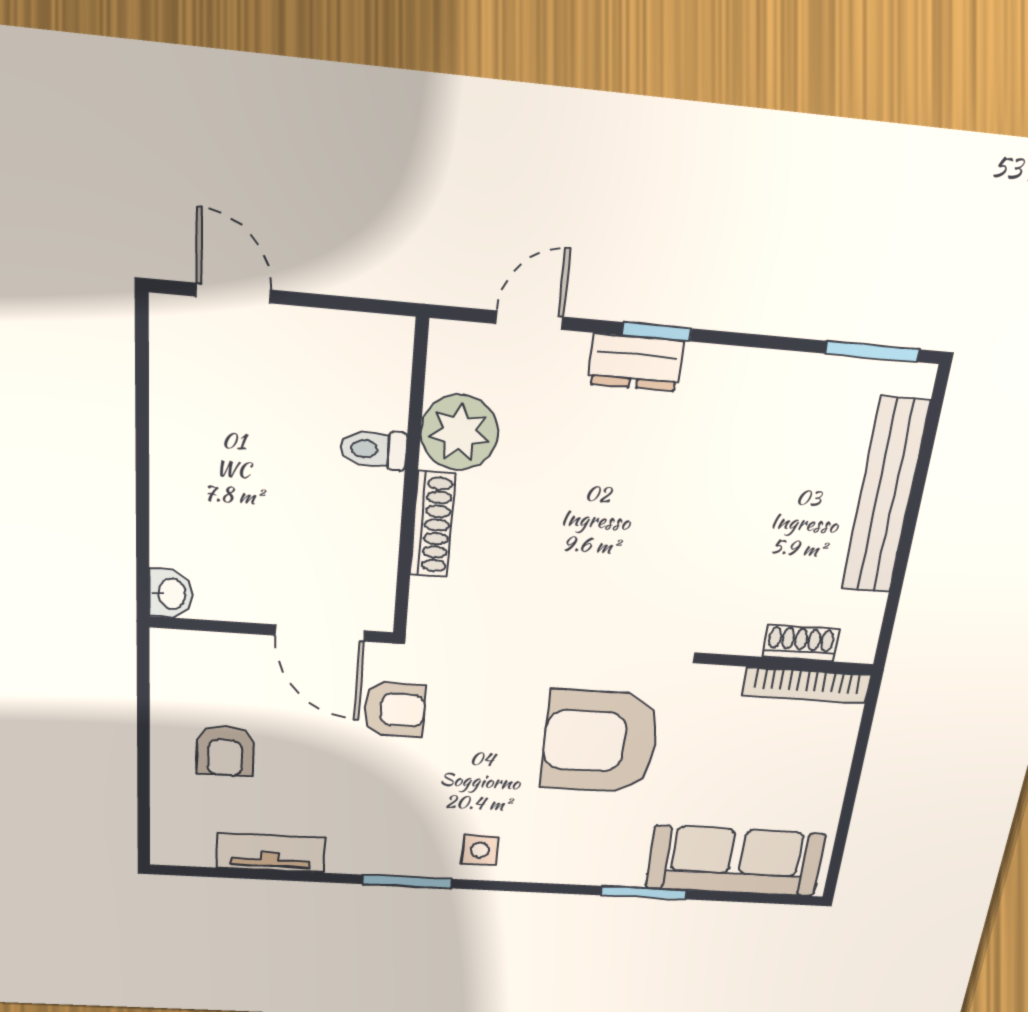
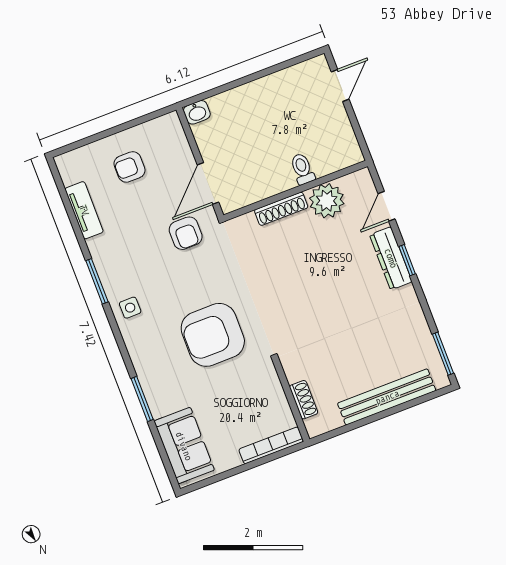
door: (529, 320) -> (386, 206), swing flipped
dresser: (636, 362) -> (391, 258), width x1.44
bookcase: (807, 685) -> (271, 445), moved, turned 90
armchair: (600, 742) -> (213, 335), turned -90
sofa: (735, 861) -> (184, 446), width x0.73

